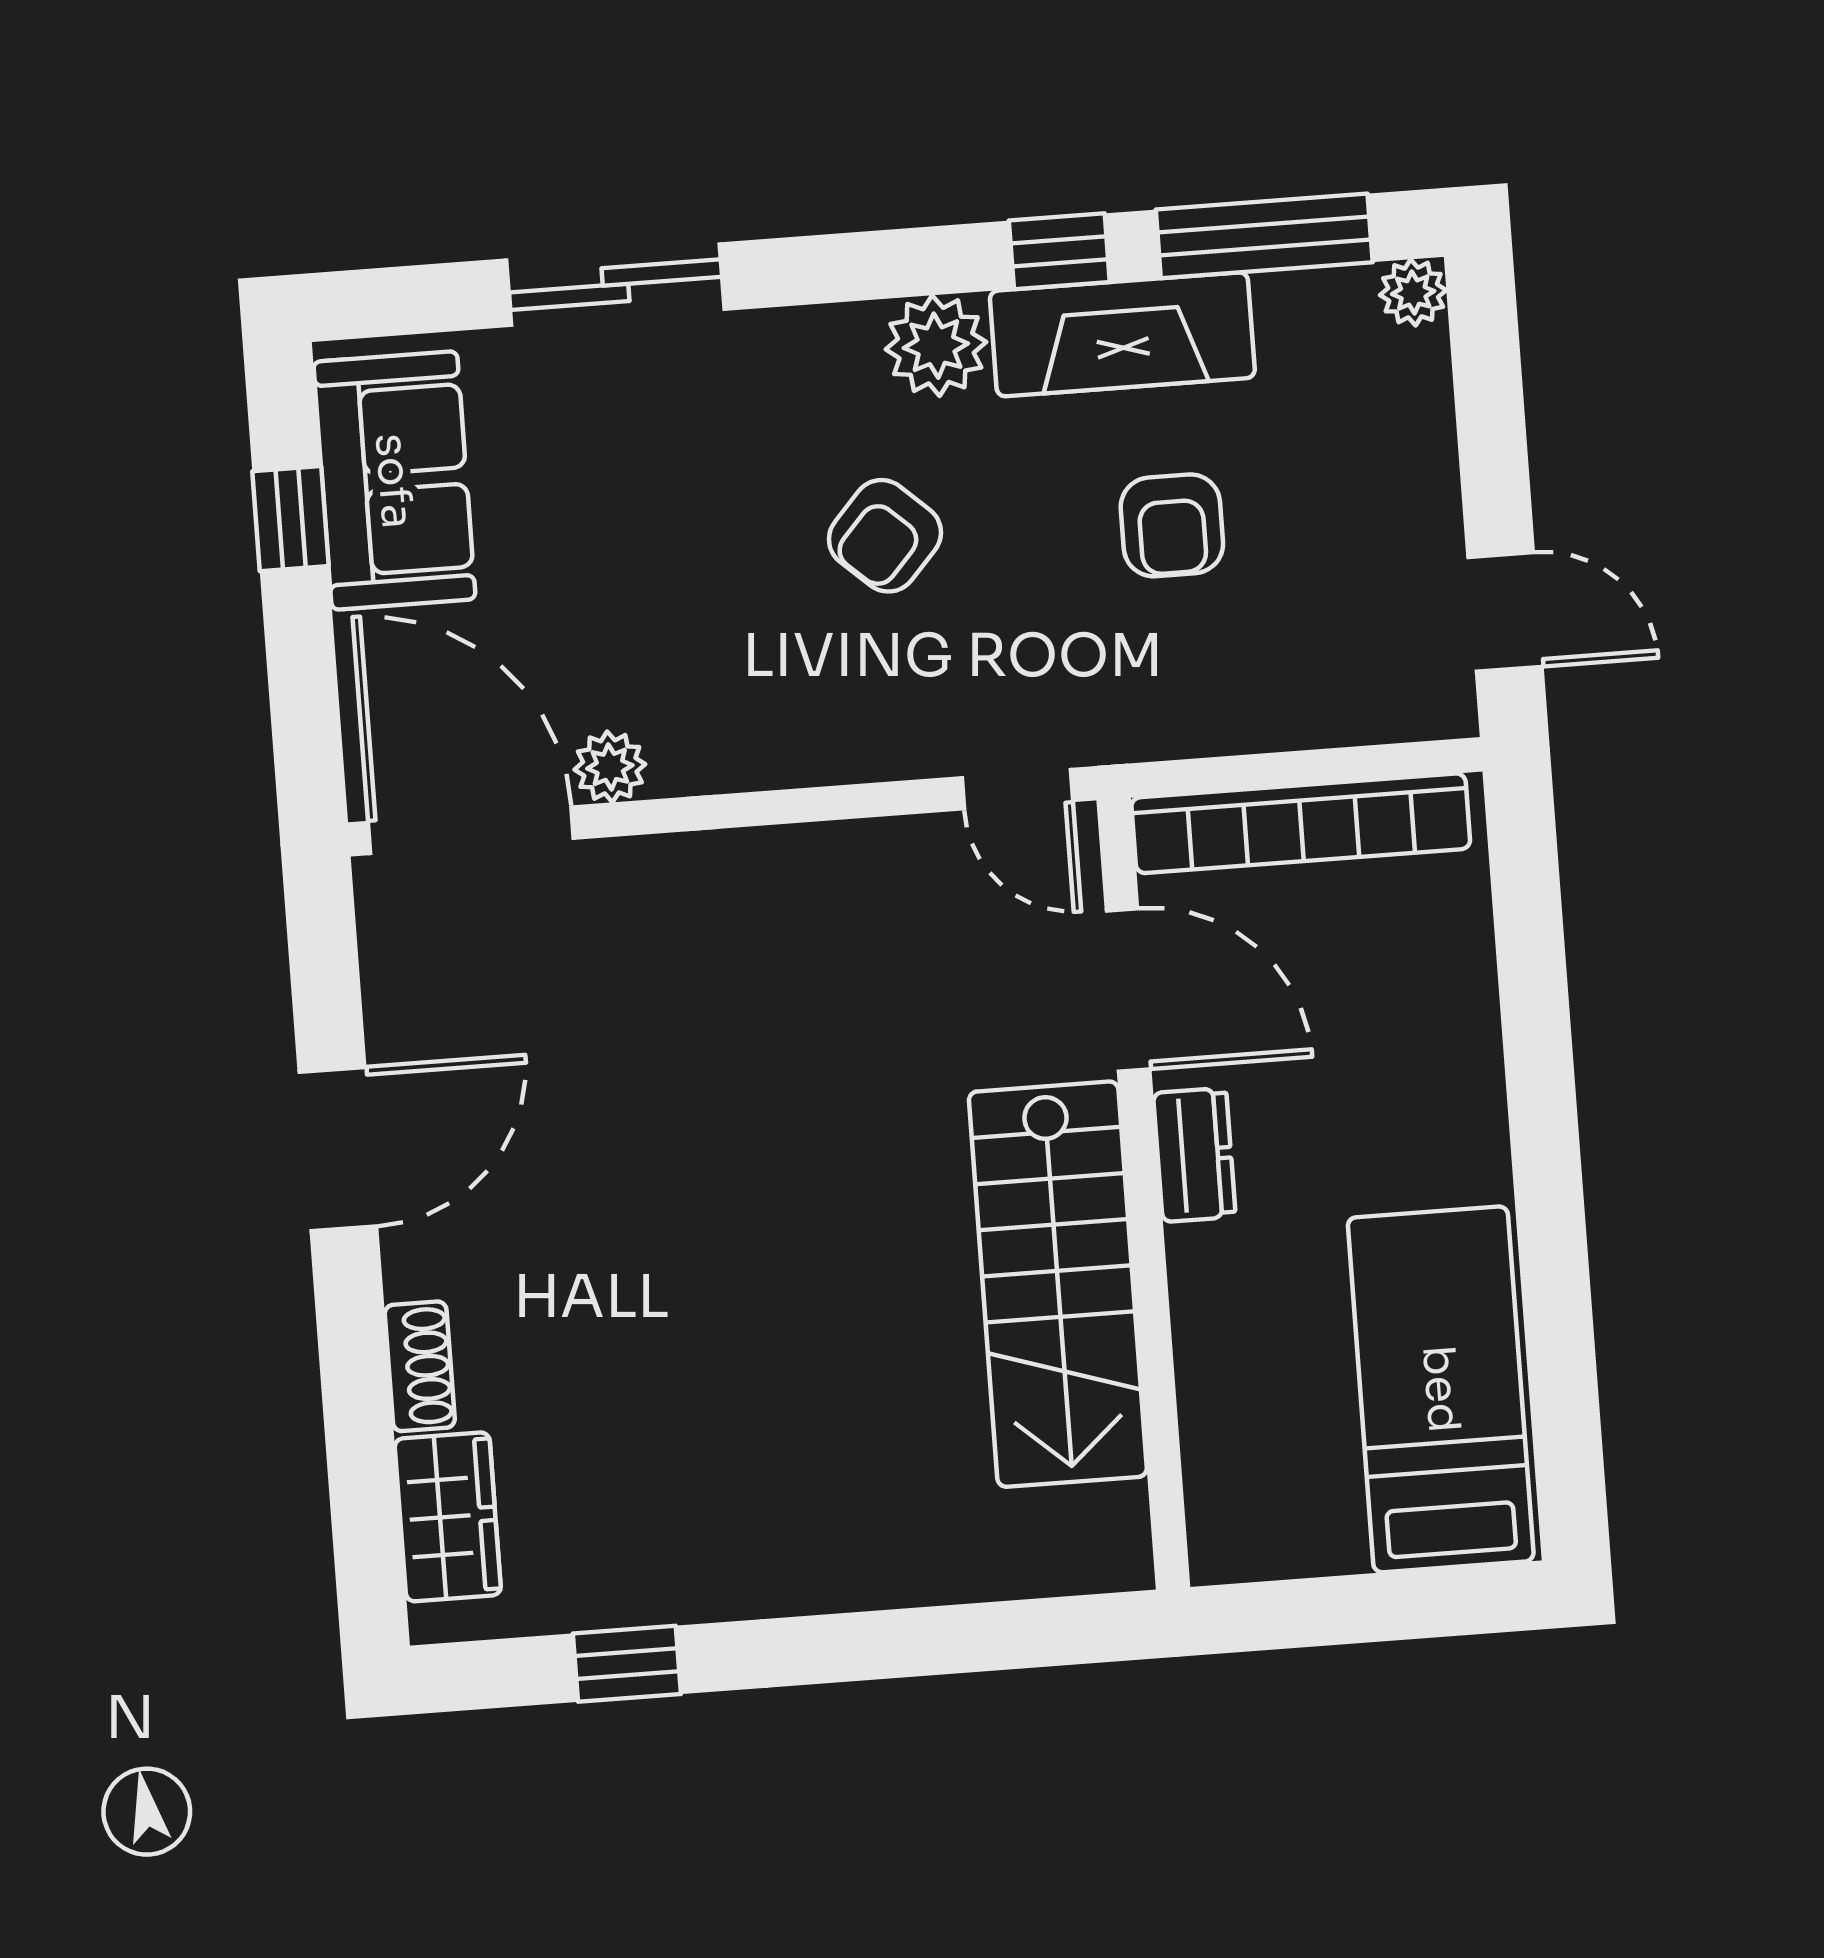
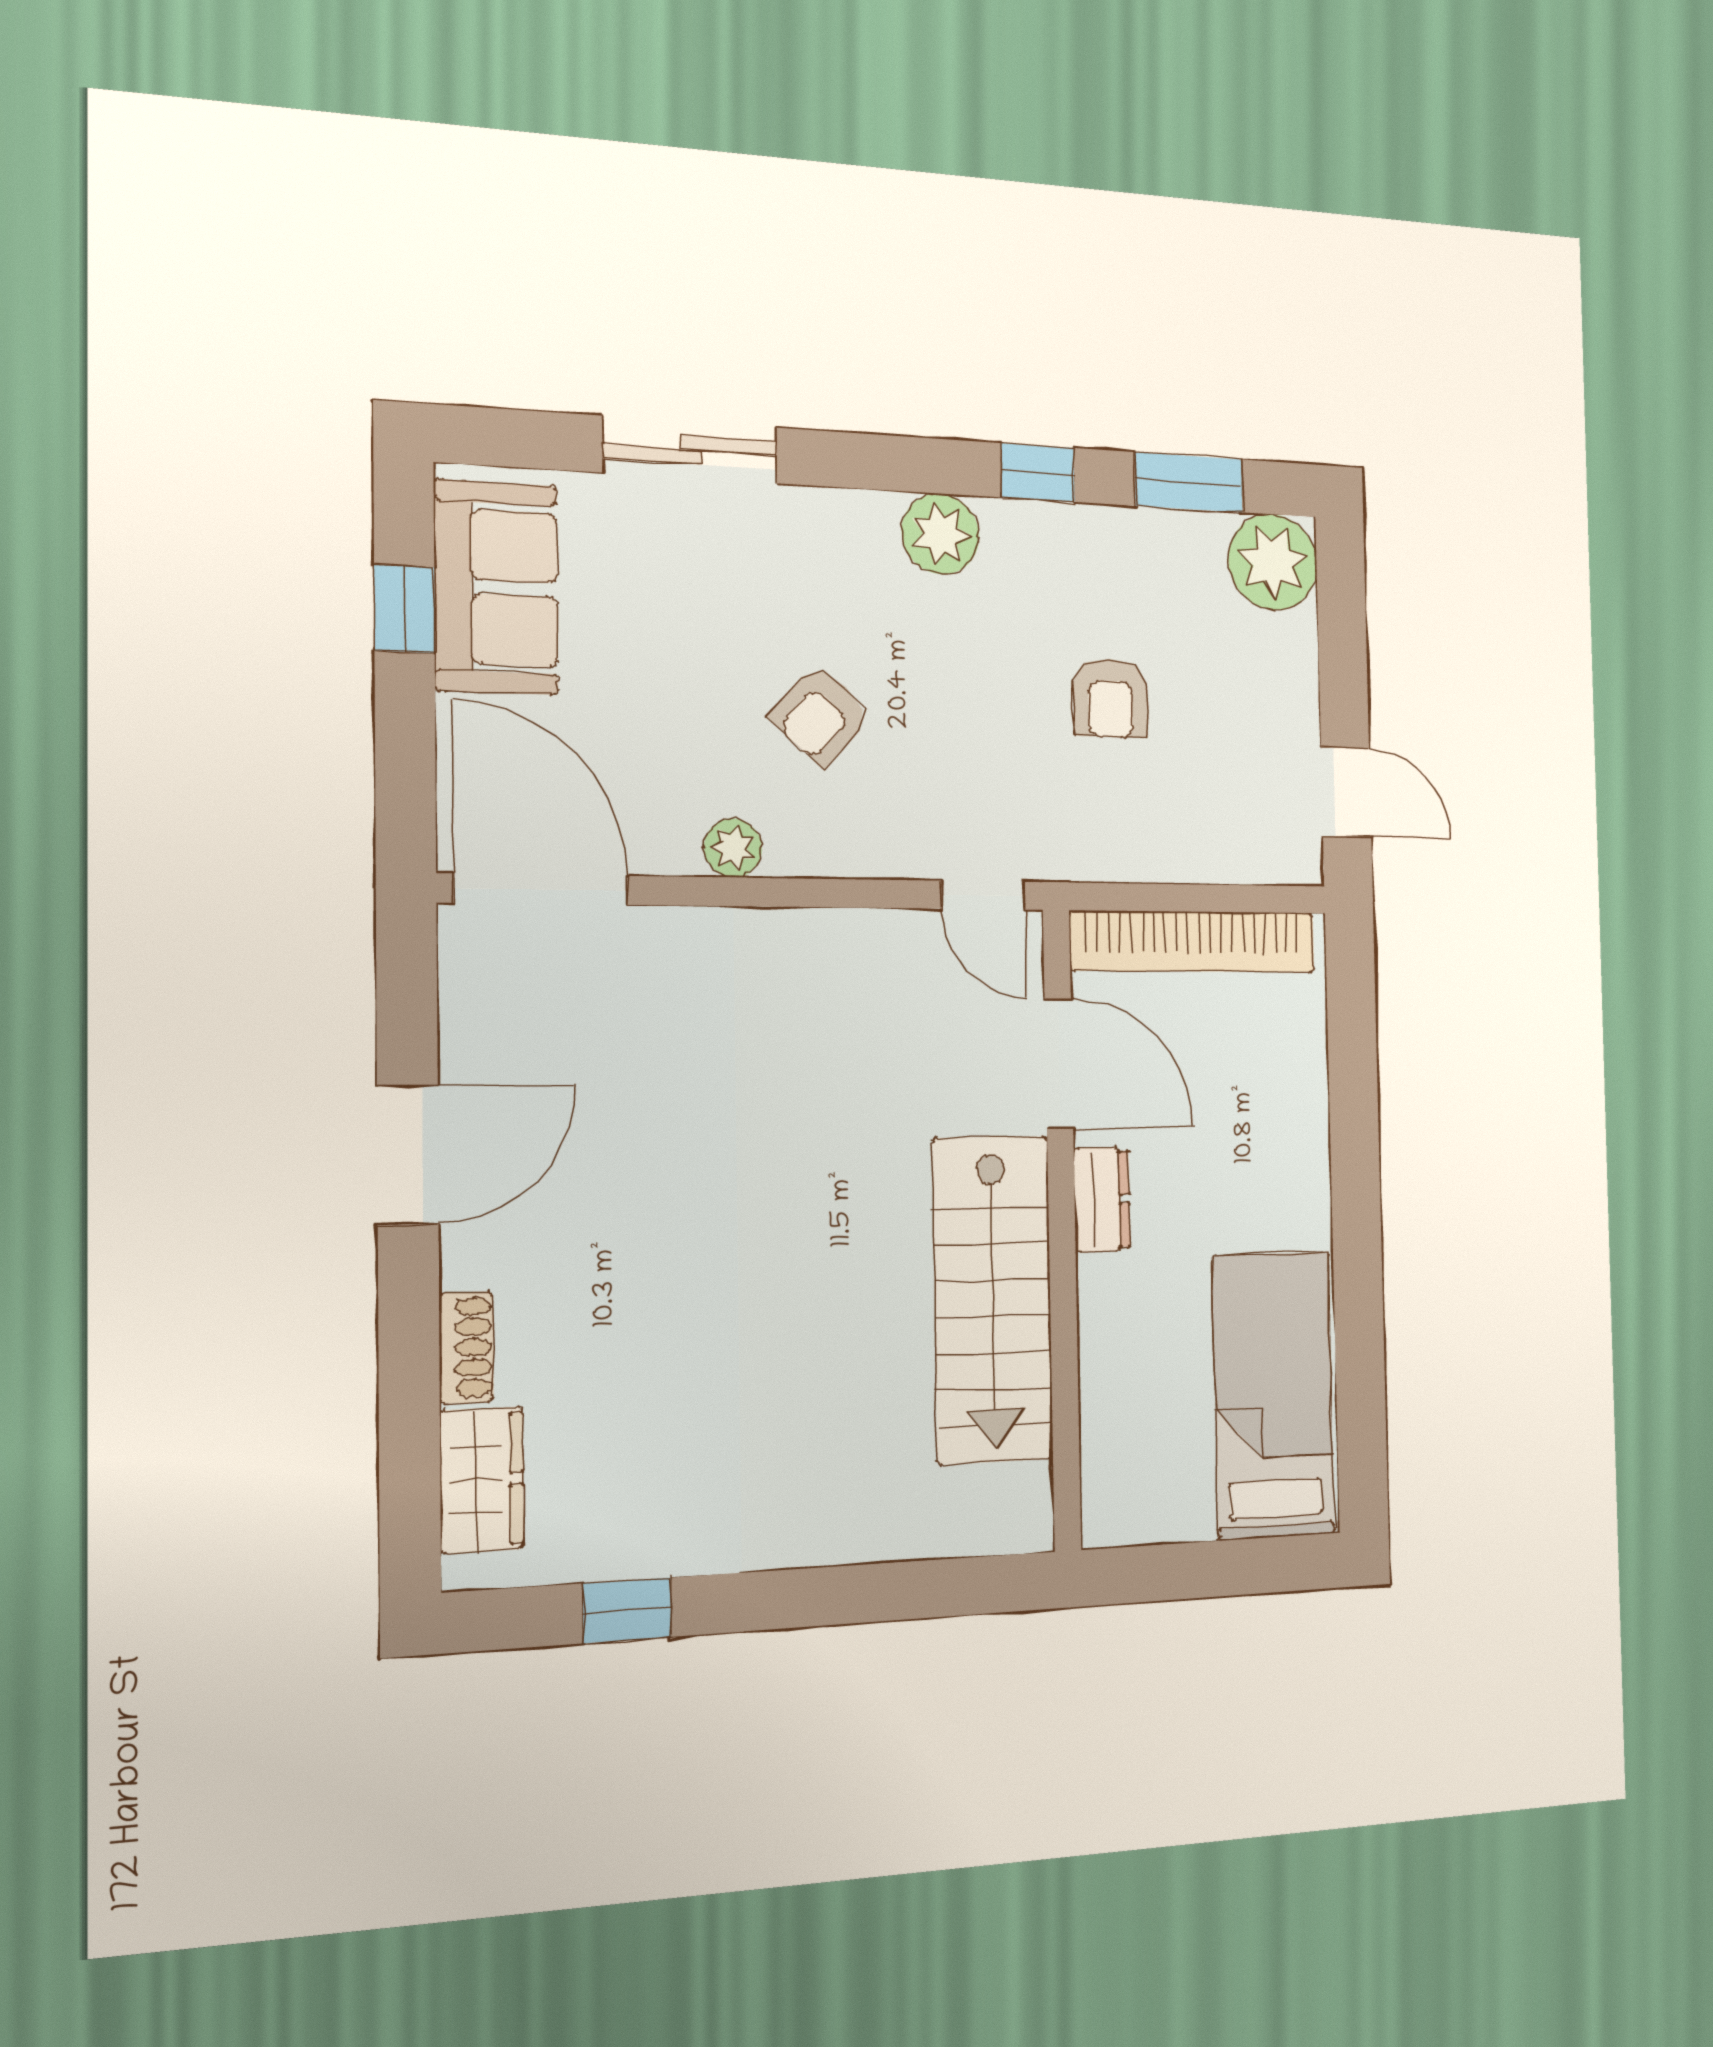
window: (1264, 236) -> (1189, 482), width x0.69
plant: (1413, 293) -> (1273, 562), width x1.88, depth x1.88
fireplace: (1122, 334) -> (1081, 544), removed
armchair: (885, 536) -> (821, 715), moved
plant: (610, 767) -> (733, 848), moved

